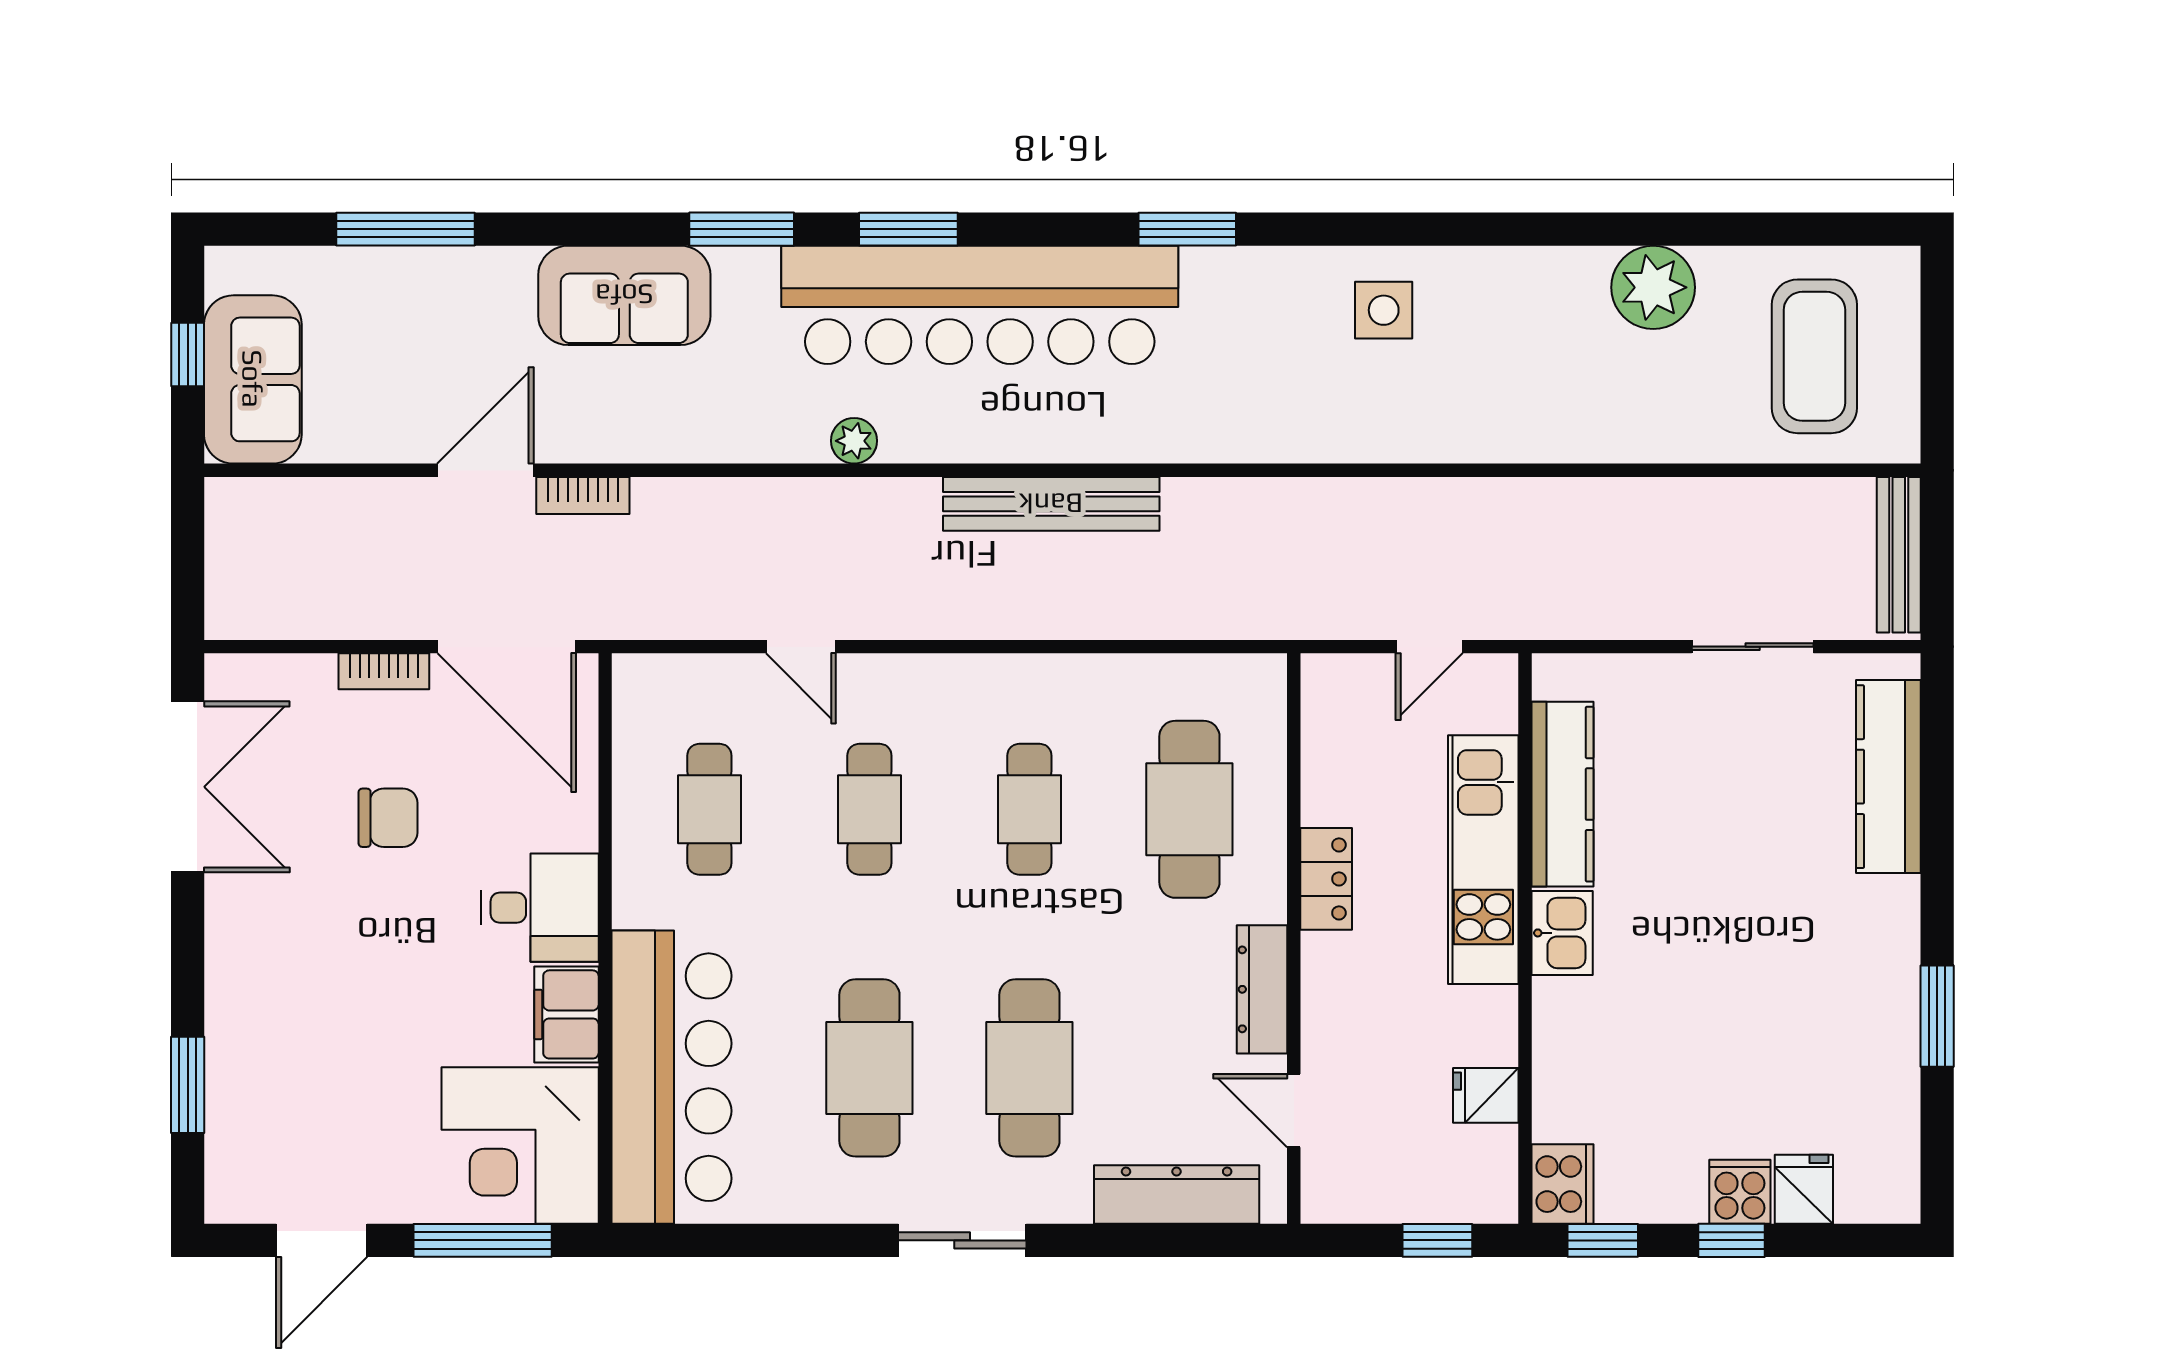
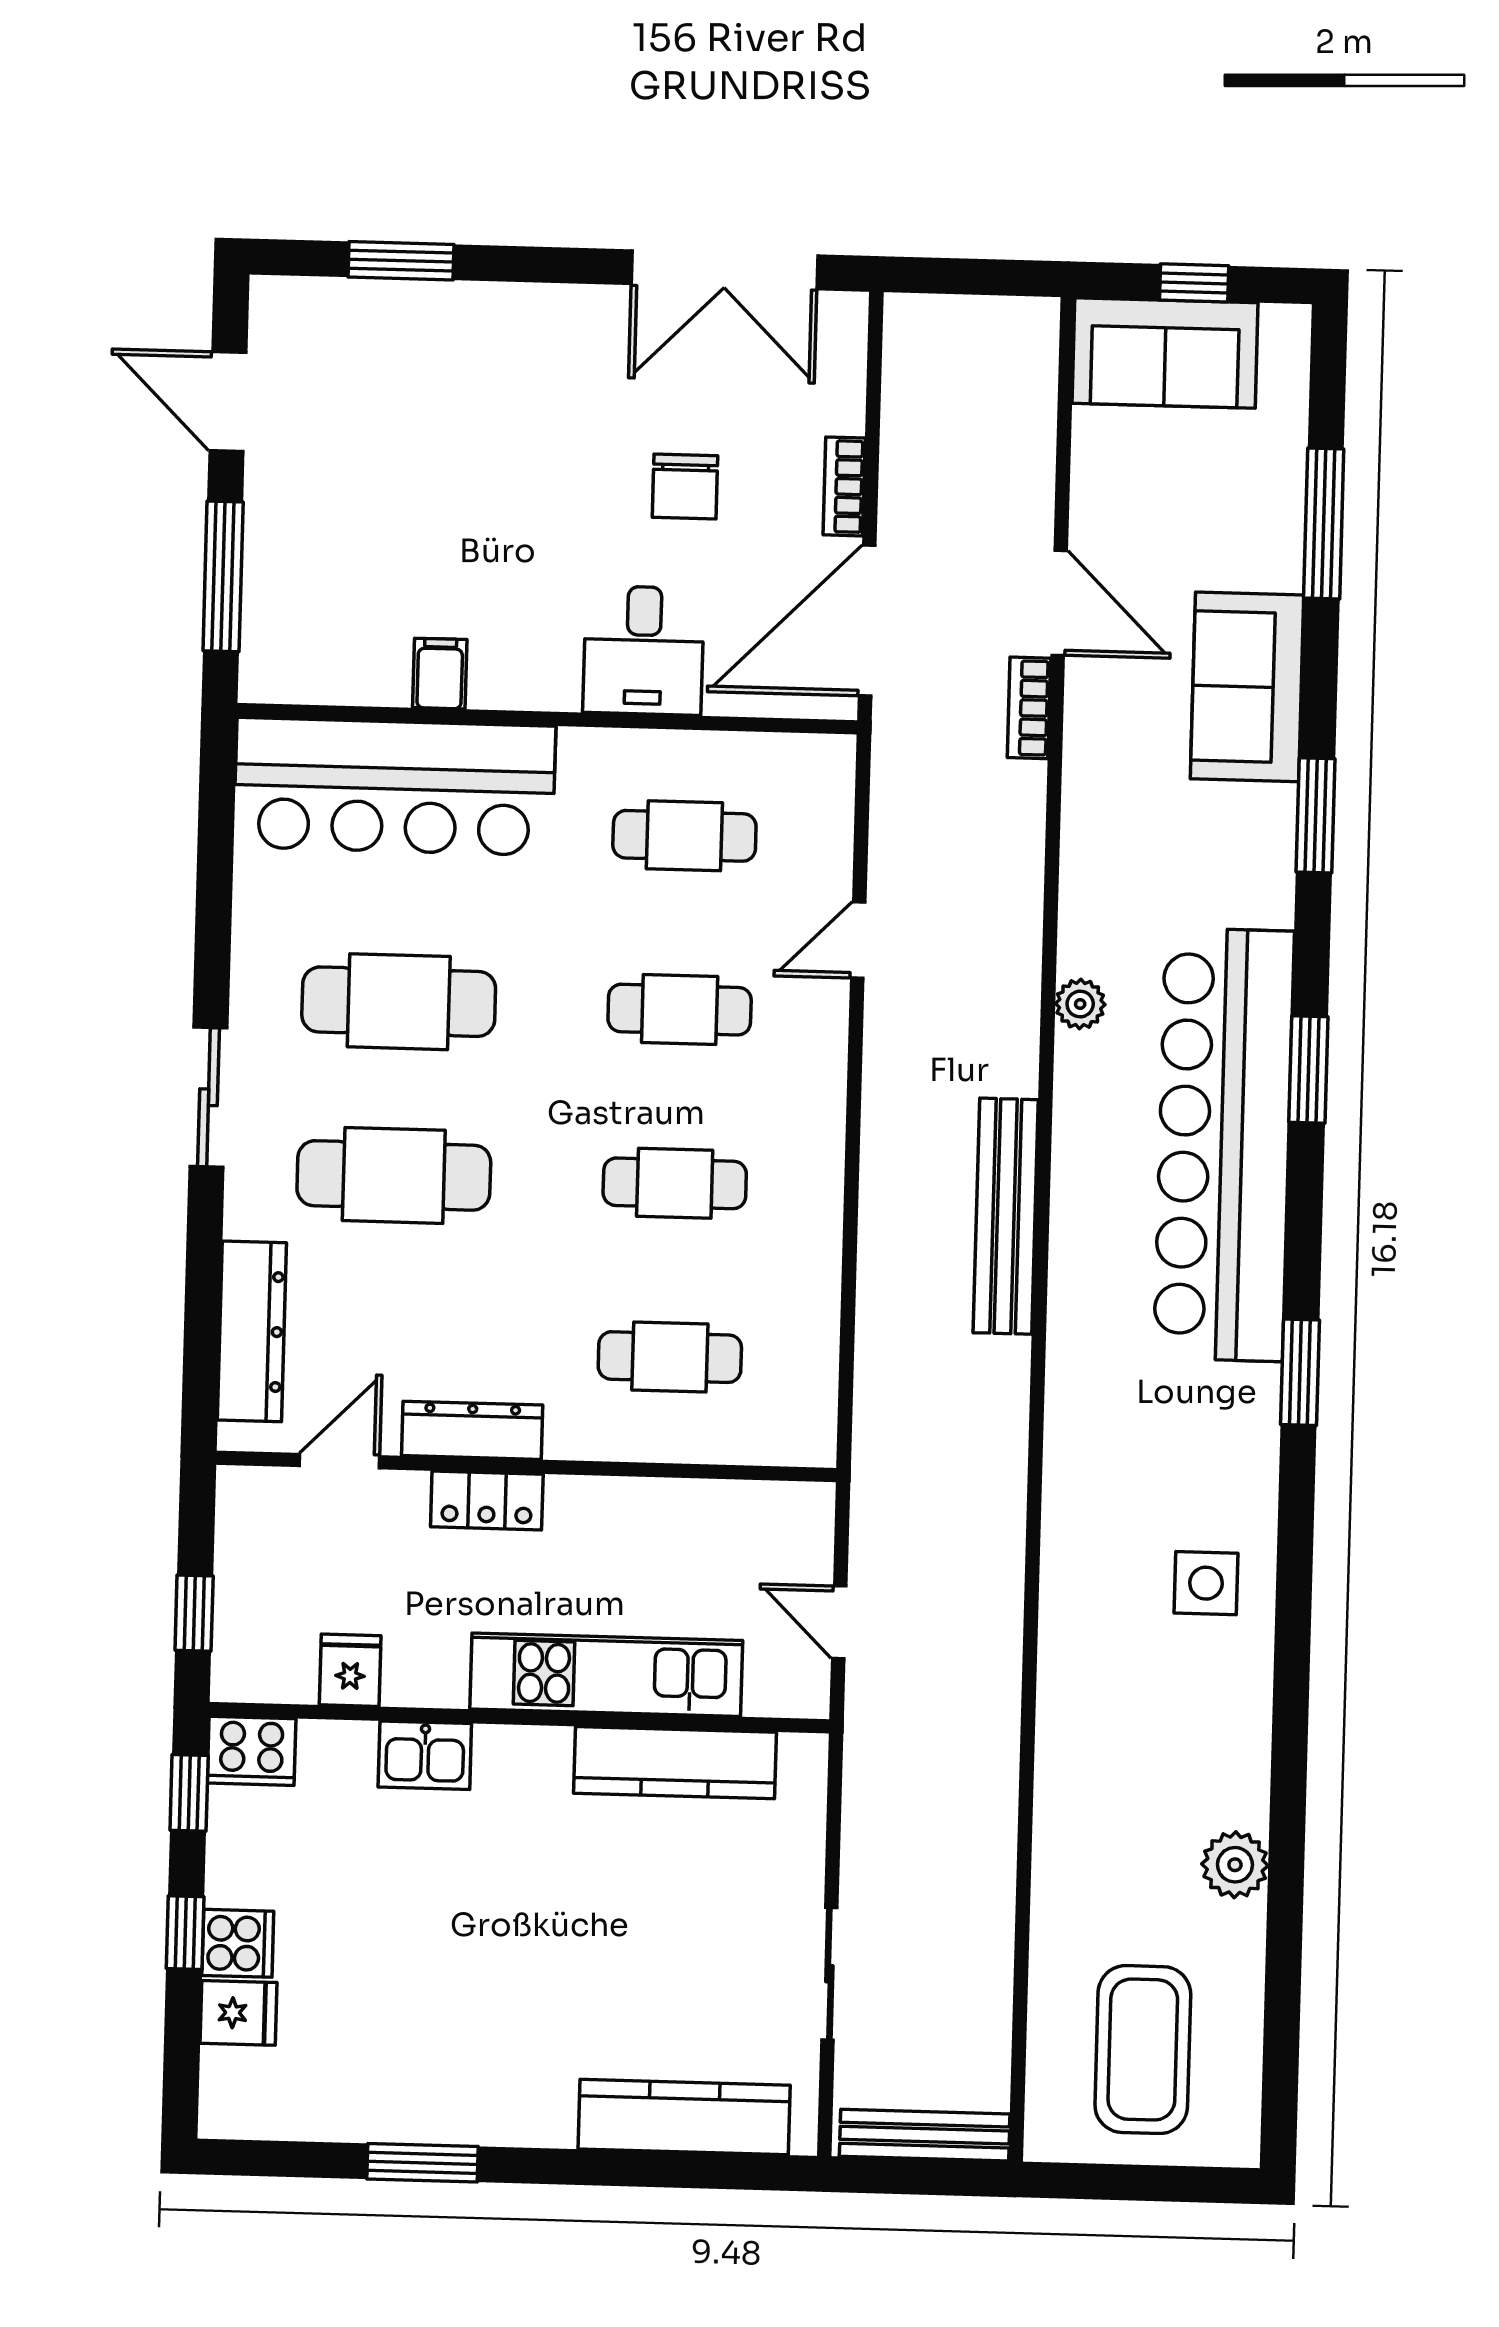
window: (742, 229) -> (1316, 815), moved
plant: (1653, 287) -> (1235, 1865), width x0.73, depth x0.73
sofa: (624, 295) -> (1247, 687), moved
coffee table: (1814, 356) -> (1143, 2050), turned 90
cafe table: (1189, 809) -> (670, 1357), width x0.73, depth x0.74
locker: (1326, 879) -> (487, 1500), moved
desk: (540, 908) -> (644, 650), moved
kitchen sink: (1562, 933) -> (425, 1755), moved
filing cabinet: (566, 1014) -> (440, 674), width x0.50
corner desk: (520, 1145) -> (325, 620), removed

